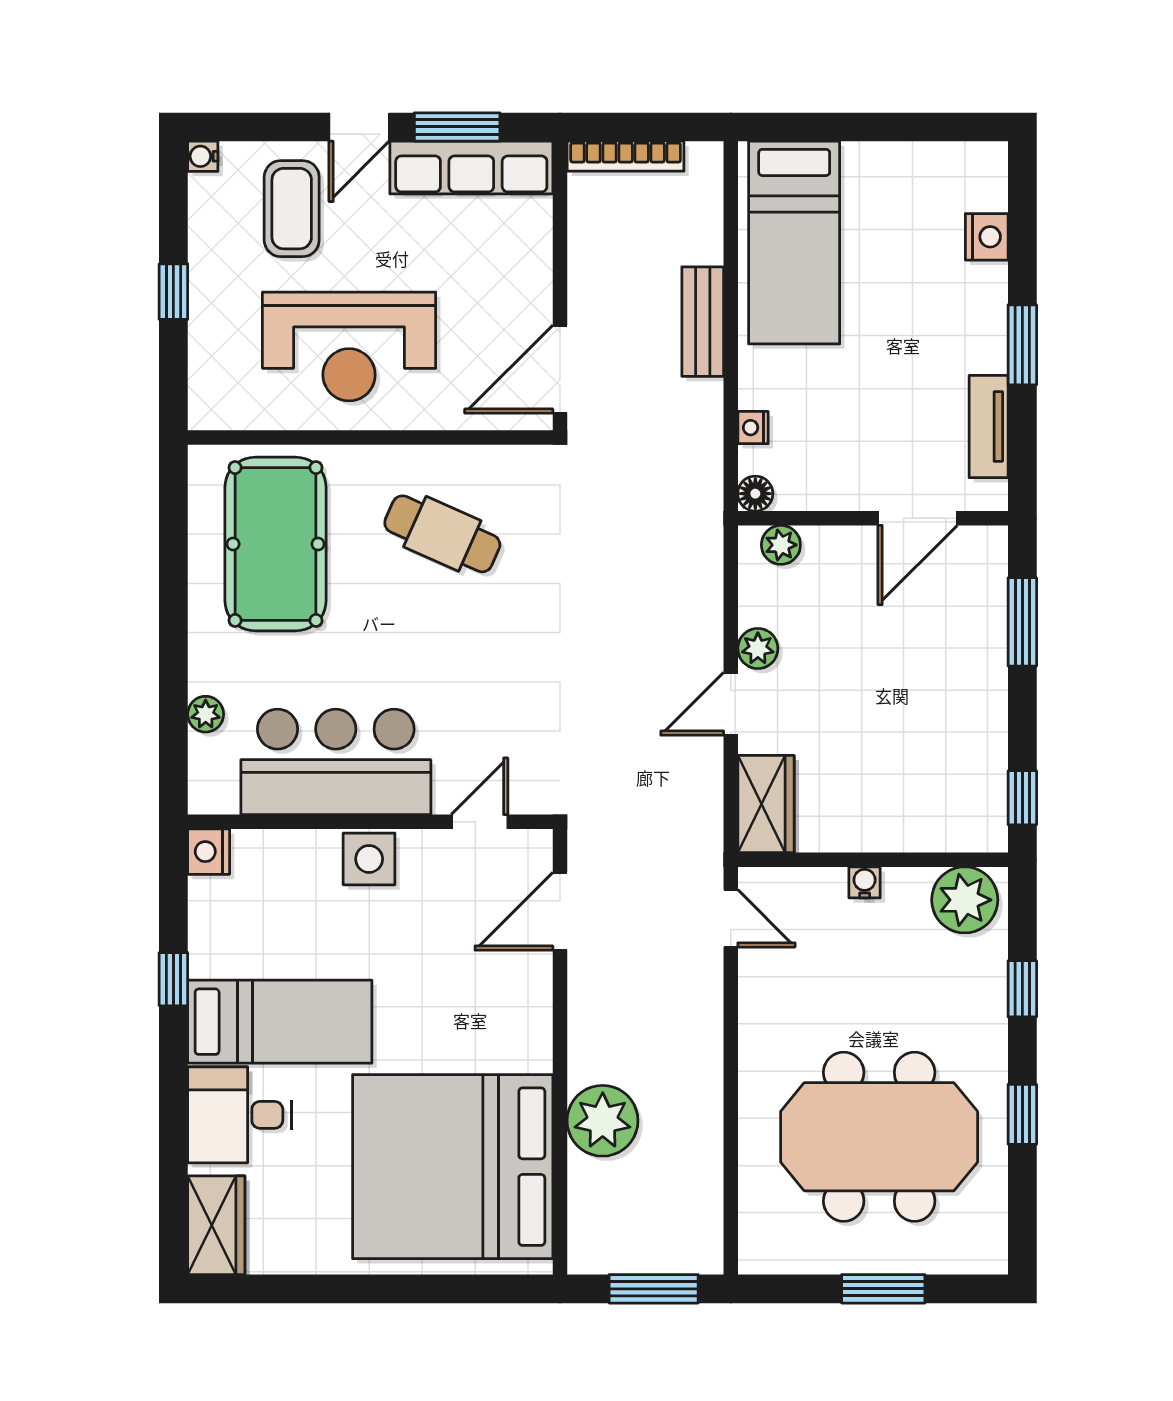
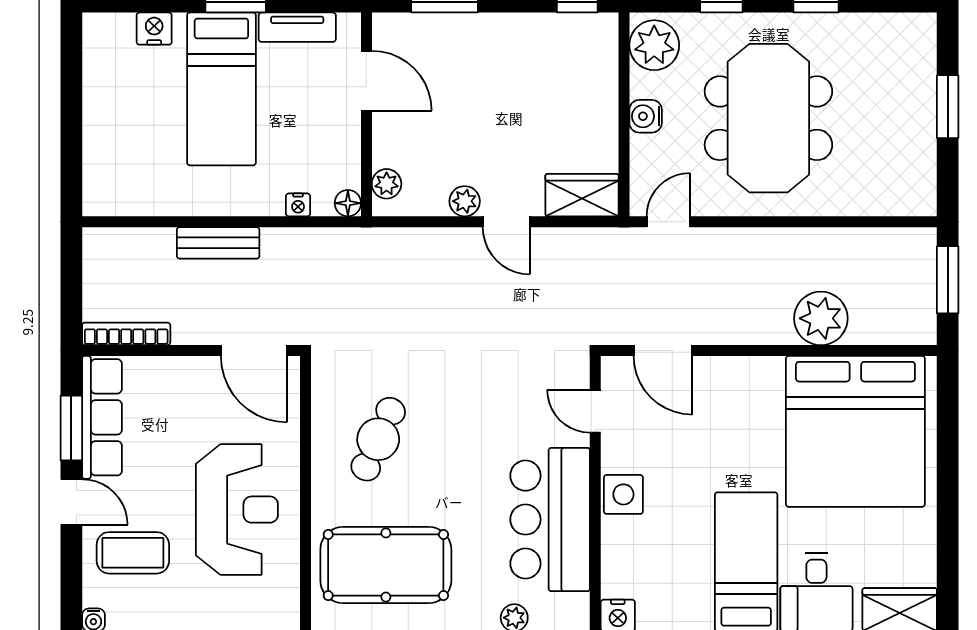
bookcase: (626, 156) -> (126, 334), moved, turned -90
bed: (794, 243) -> (221, 89), moved, turned 90
water cooler: (865, 882) -> (646, 116), width x1.38, depth x1.38
meeting table: (879, 1137) -> (768, 118), moved

